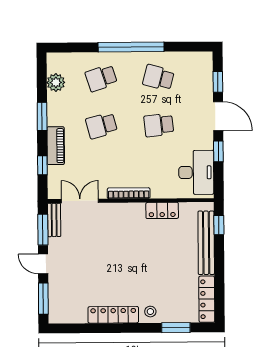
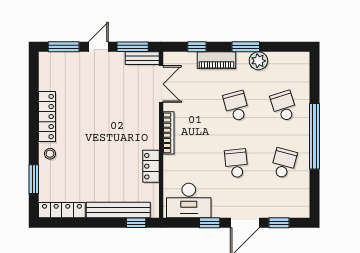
plant: (56, 82) -> (258, 61), moved

